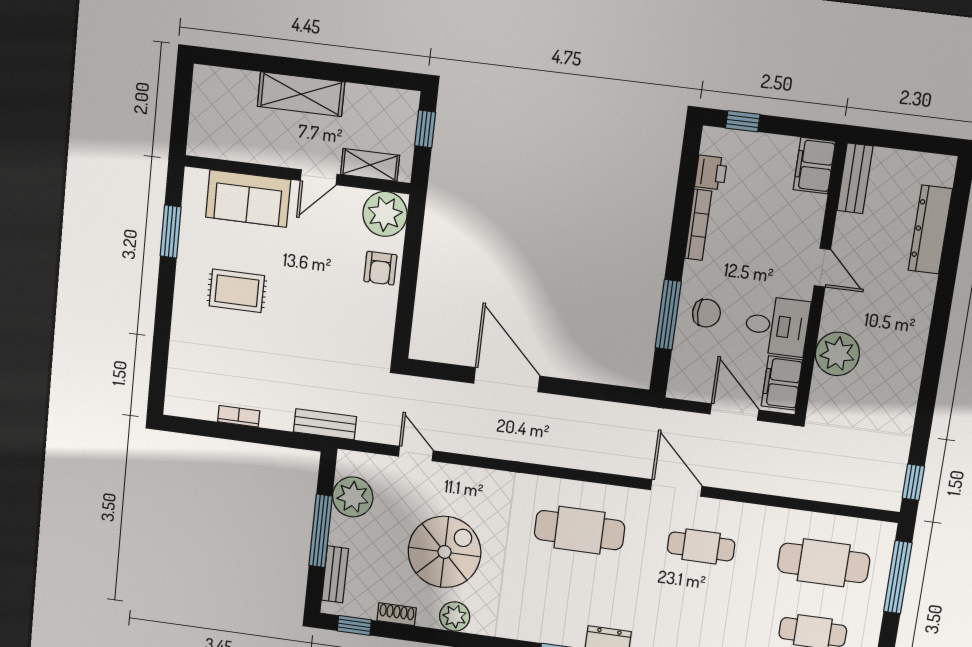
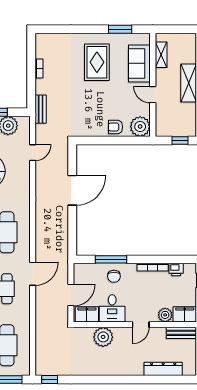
shelving: (370, 165) -> (161, 55), moved
plant: (809, 210) -> (165, 315), added
rug: (237, 291) -> (97, 62), width x1.36, depth x1.43

